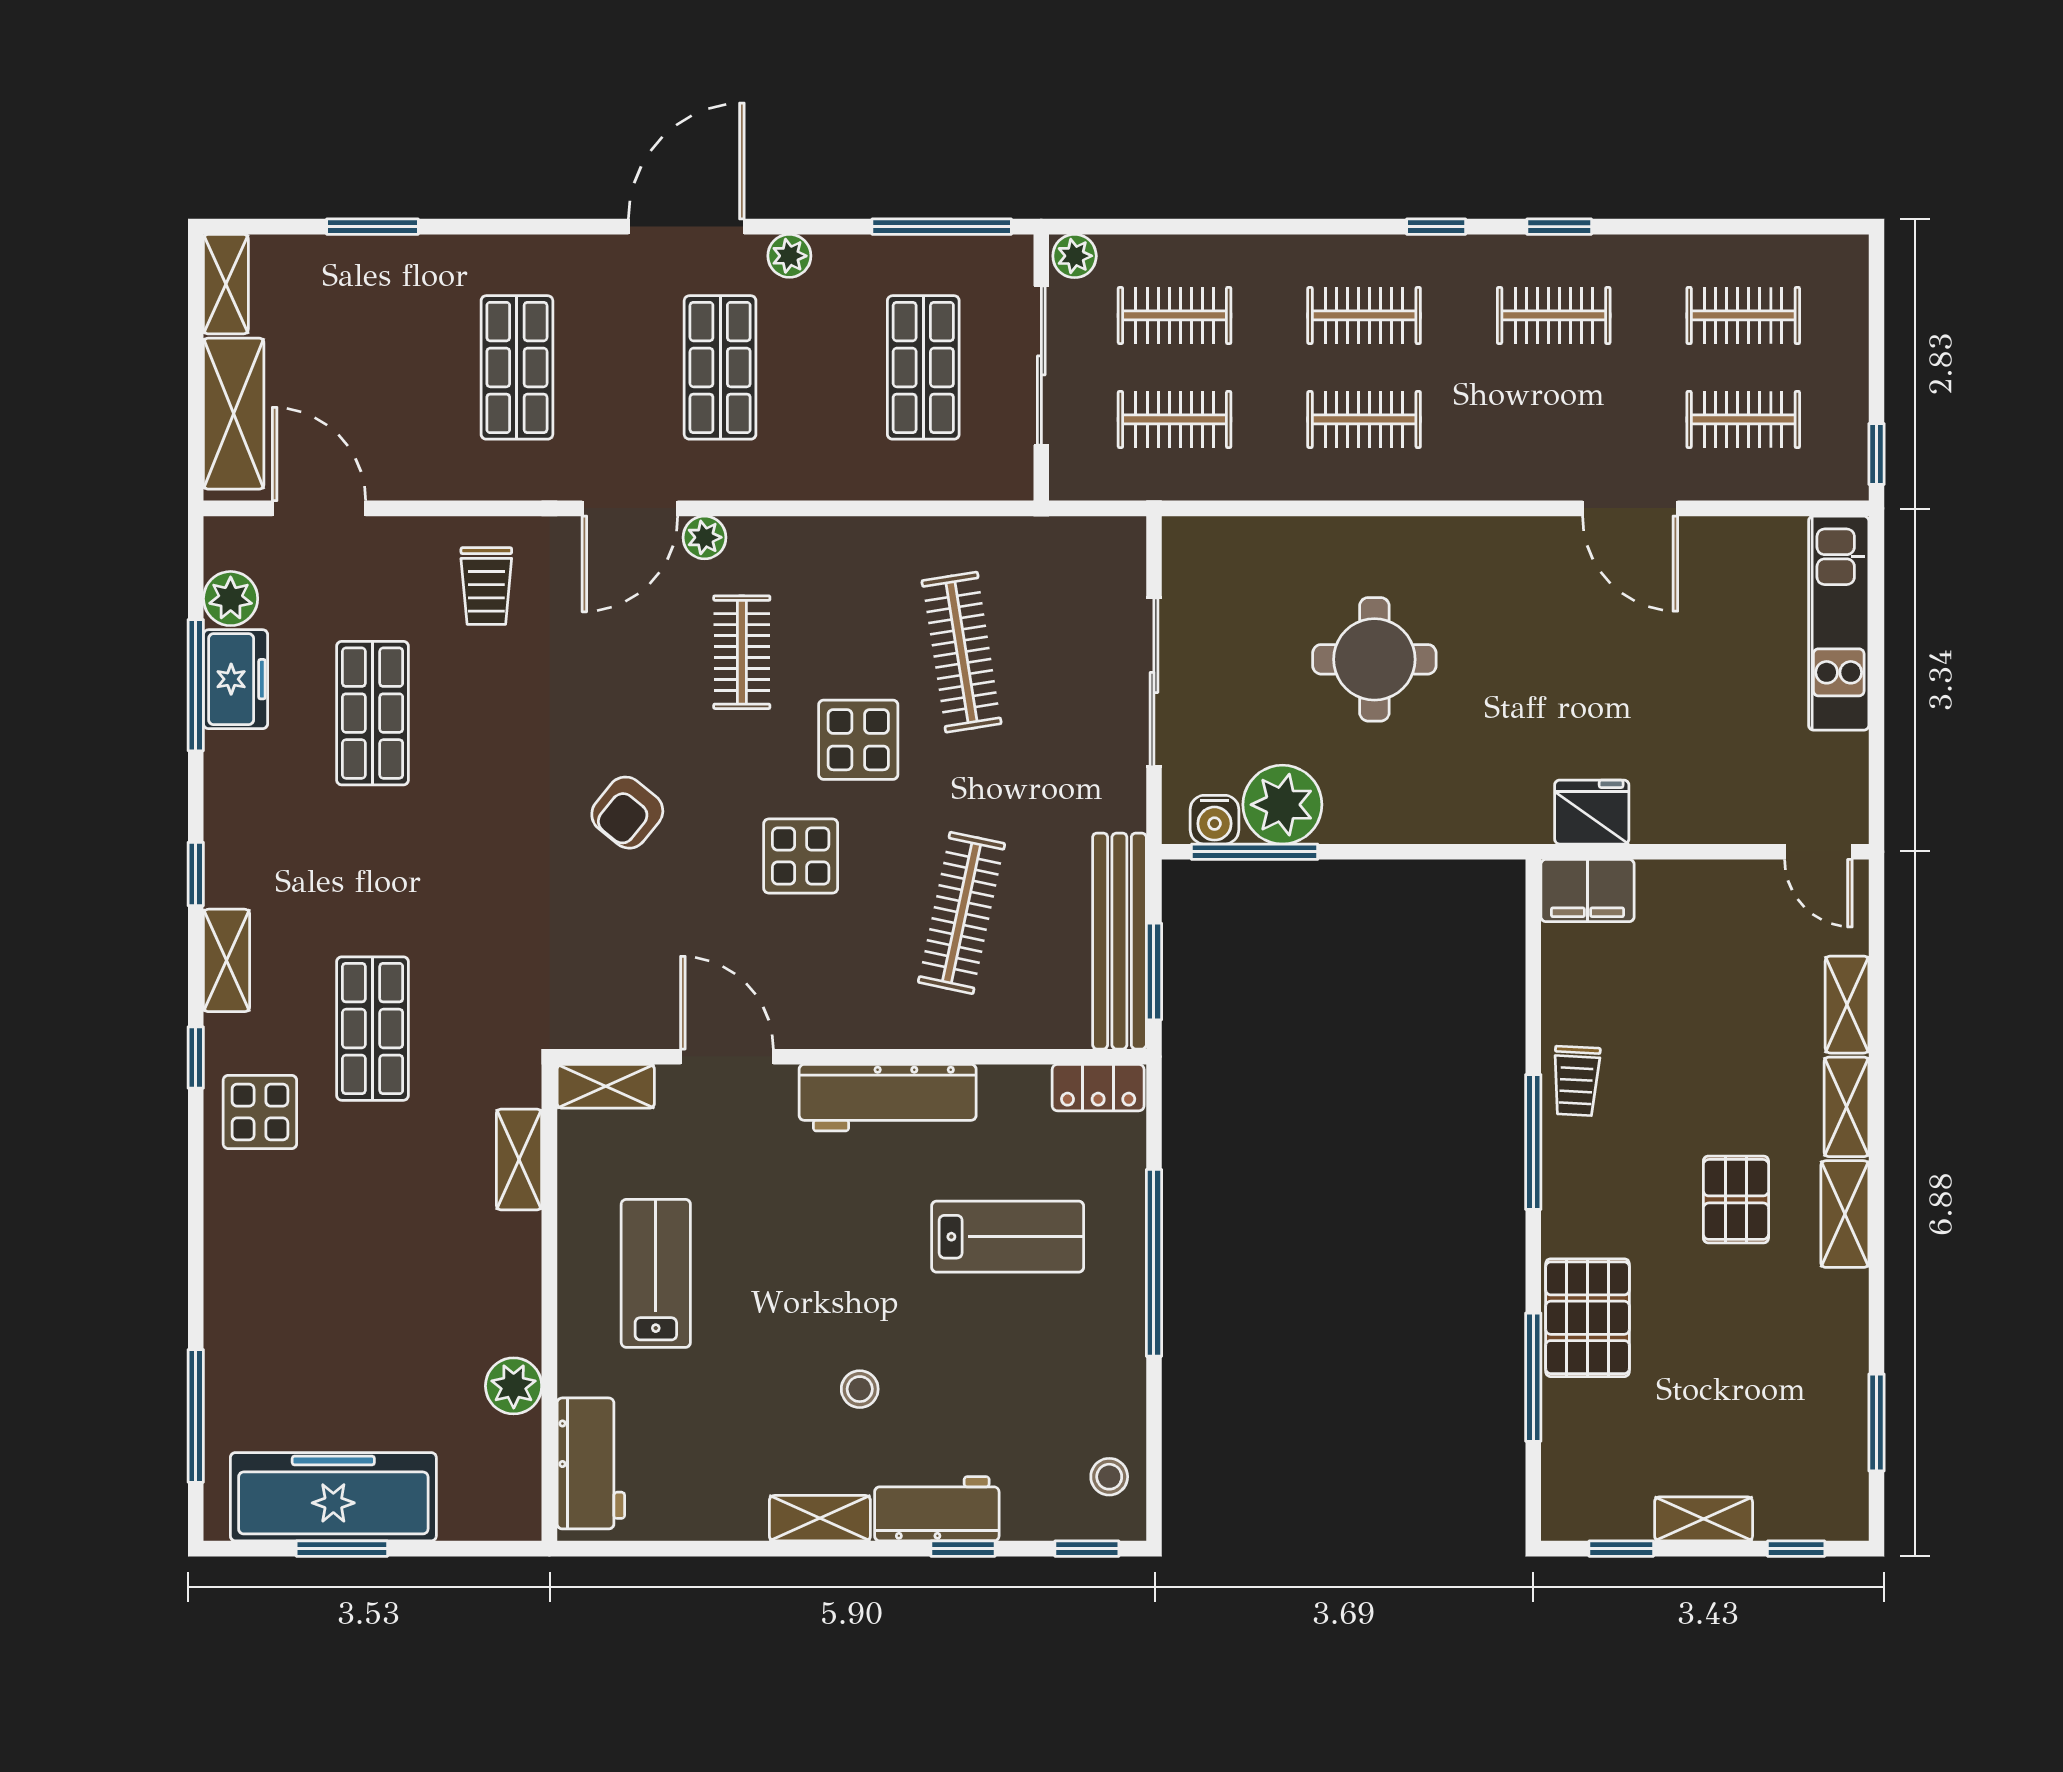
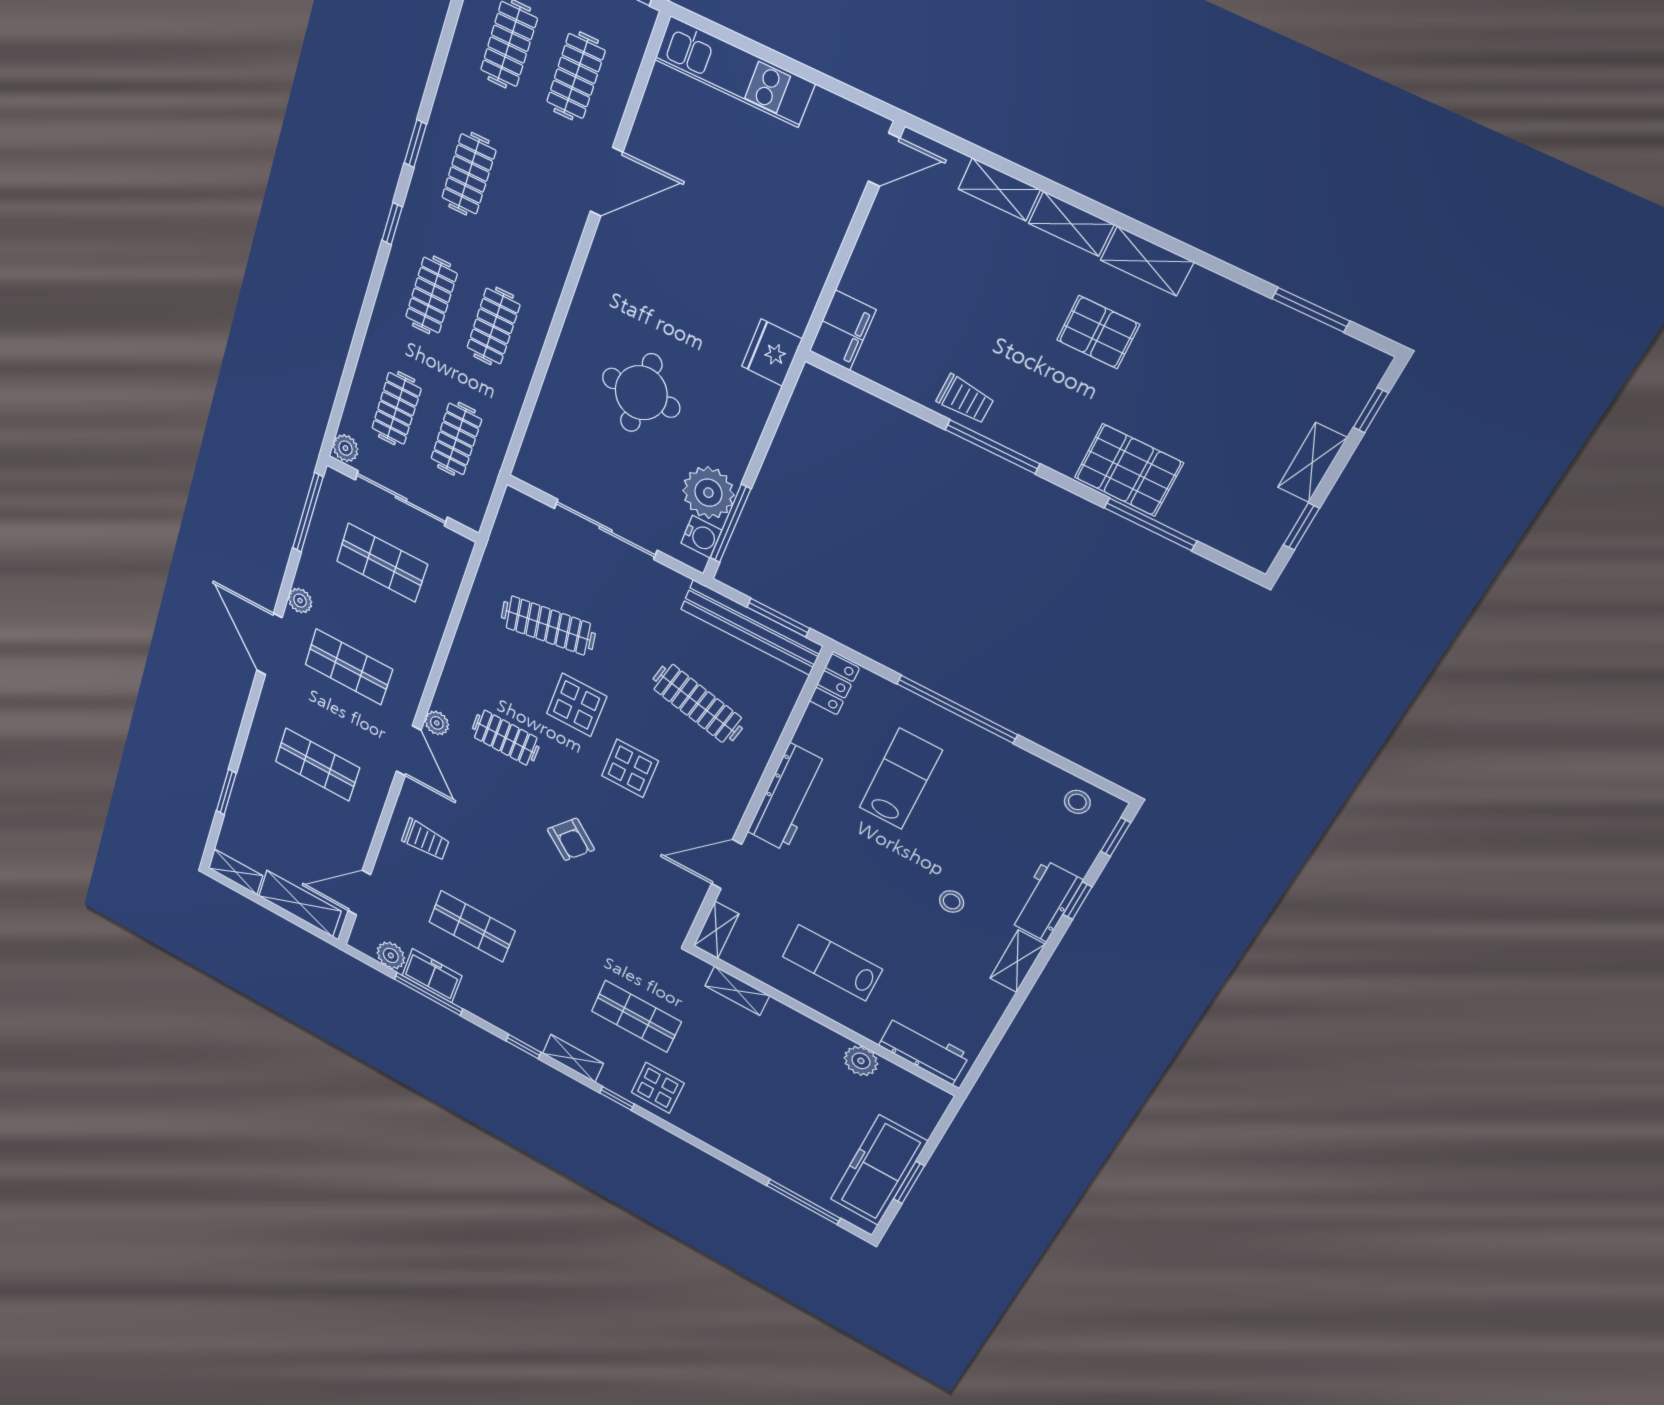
fridge: (1592, 812) -> (772, 353), moved

